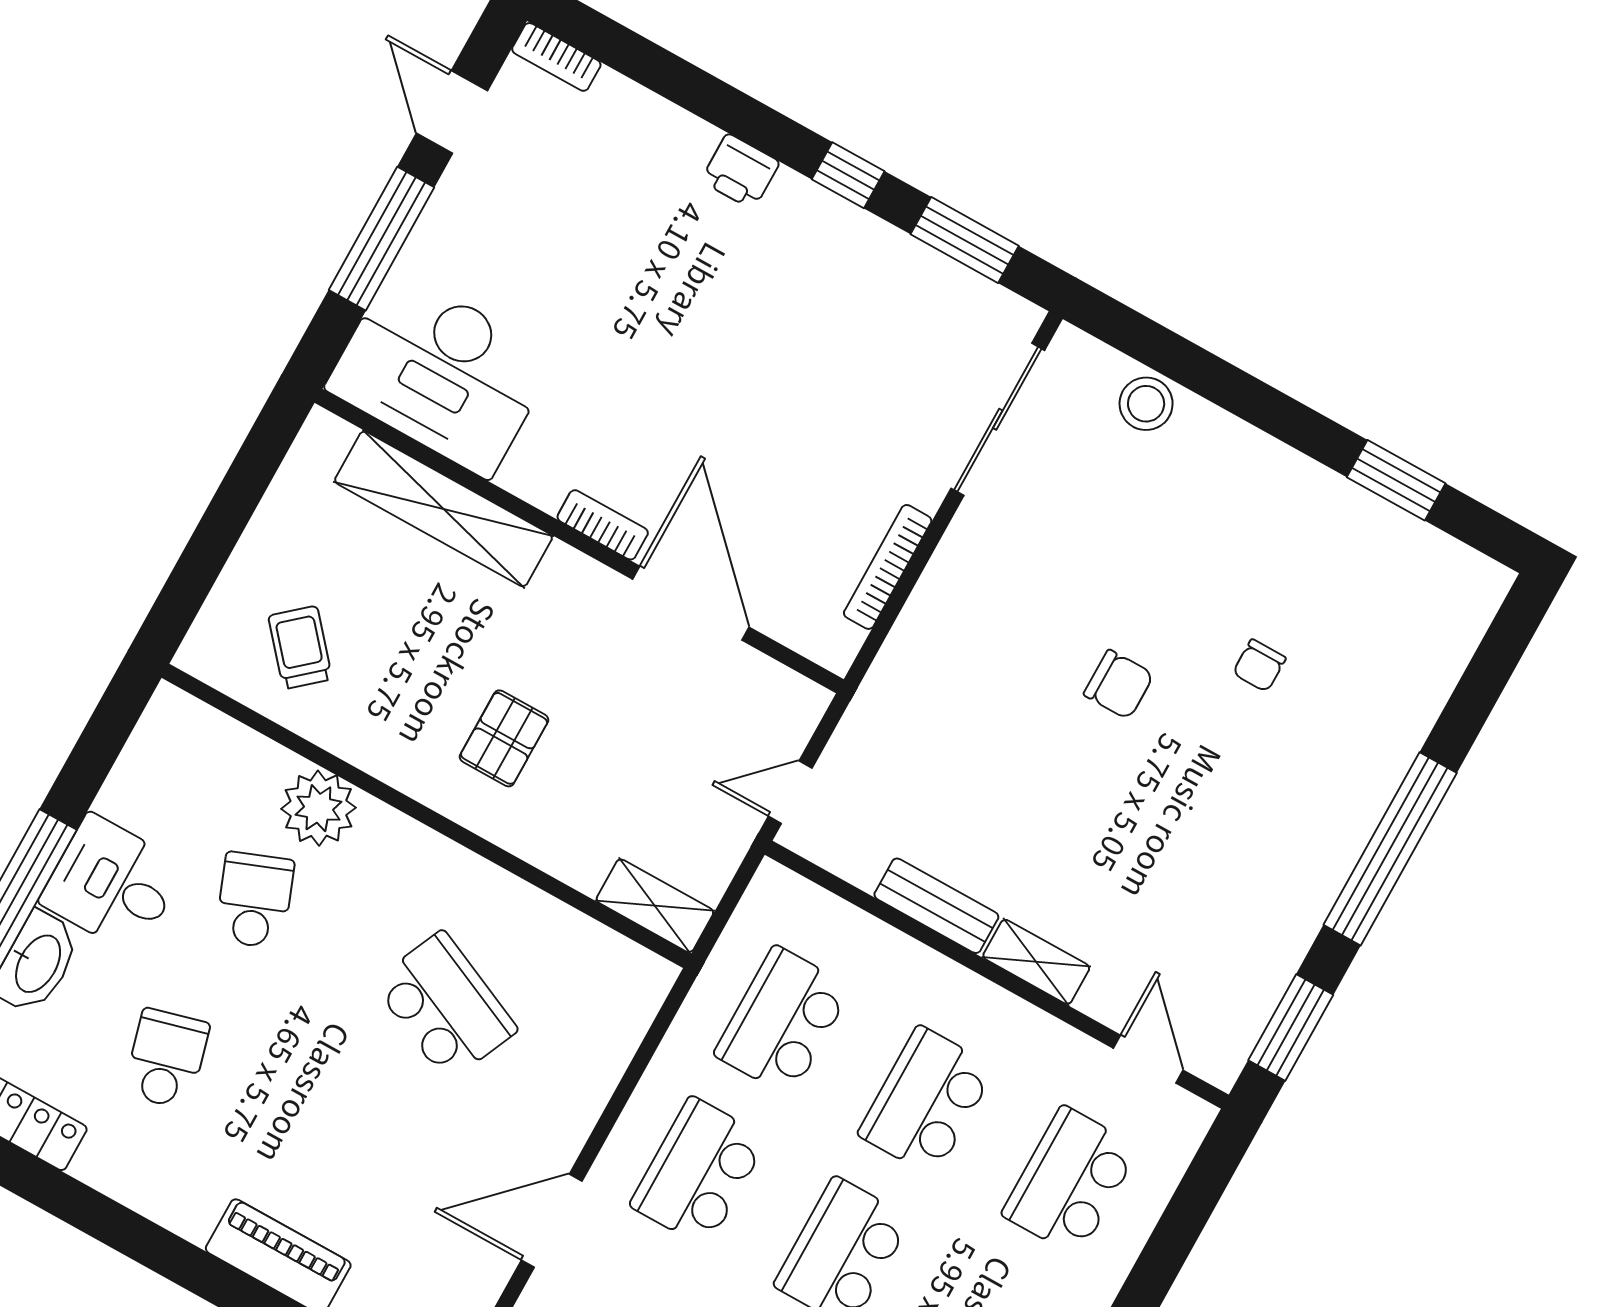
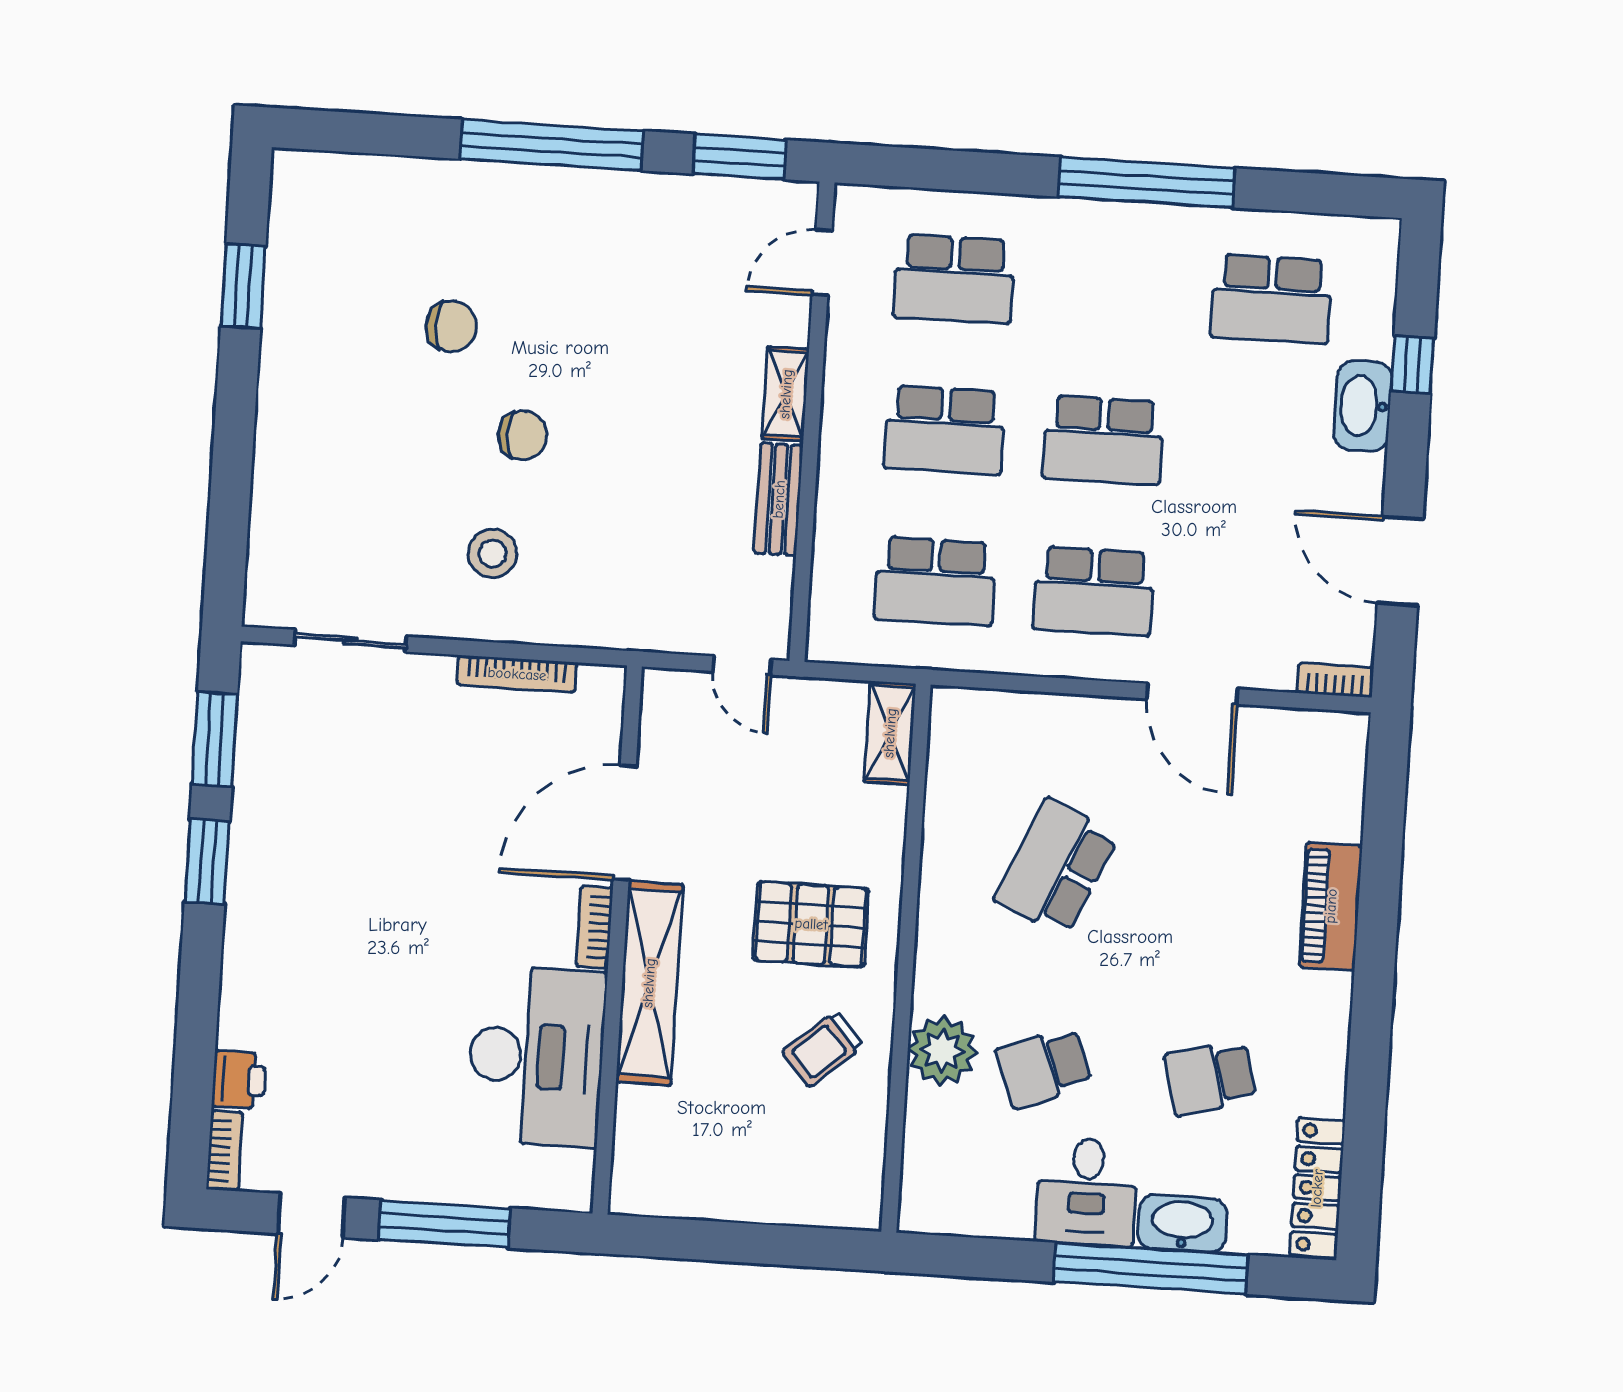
printer: (740, 171) -> (239, 1080), moved
window: (848, 175) -> (207, 862), width x1.50
desk: (441, 373) -> (536, 1056), moved
stool: (1146, 404) -> (493, 554), moved
sliding door: (998, 419) -> (350, 641), width x0.73
shelving: (444, 509) -> (649, 983), moved
trolley: (300, 647) -> (823, 1049), moved
chair: (1259, 666) -> (451, 326), width x1.37, depth x1.37
chair: (1119, 684) -> (523, 435), turned 90
pallet: (504, 738) -> (811, 924), width x1.50, depth x1.42

